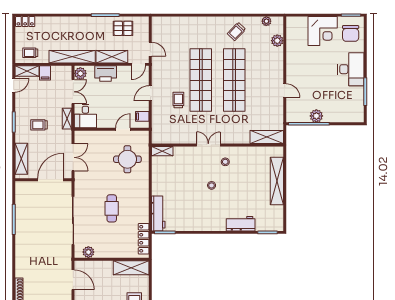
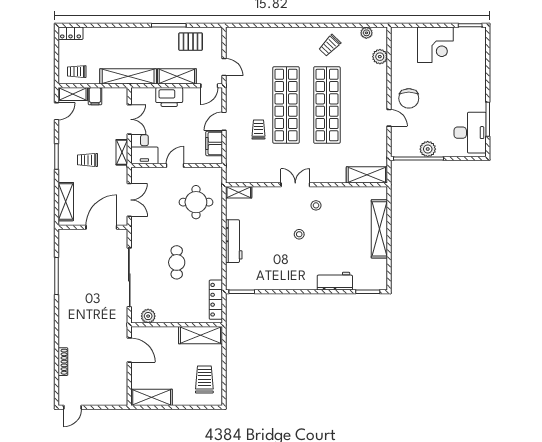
chair: (351, 33) -> (409, 98), moved
desk: (351, 69) -> (470, 133), moved
plant: (80, 73) -> (138, 97), removed
filing cabinet: (142, 116) -> (214, 143), width x2.00
door: (123, 129) -> (175, 165), moved
workbench: (158, 213) -> (234, 241), moved

